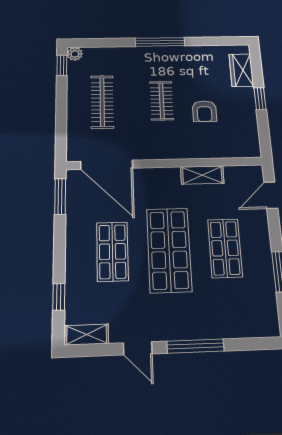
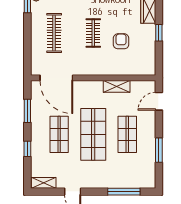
armchair: (204, 111) -> (121, 41), turned 180
window: (60, 196) -> (27, 111), moved
window: (59, 297) -> (27, 149), moved
window: (195, 346) -> (124, 192), moved

